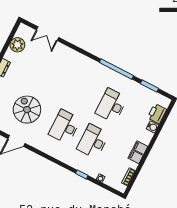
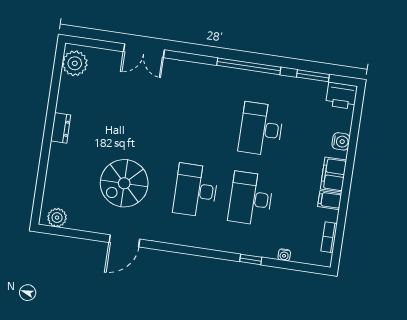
double door: (48, 34) -> (144, 51), moved
plant: (17, 45) -> (75, 63), moved
spiral stairs: (27, 110) -> (124, 183), turned -90
printer: (157, 114) -> (341, 96), moved, turned -90
filing cabinet: (140, 148) -> (333, 175), width x2.00

